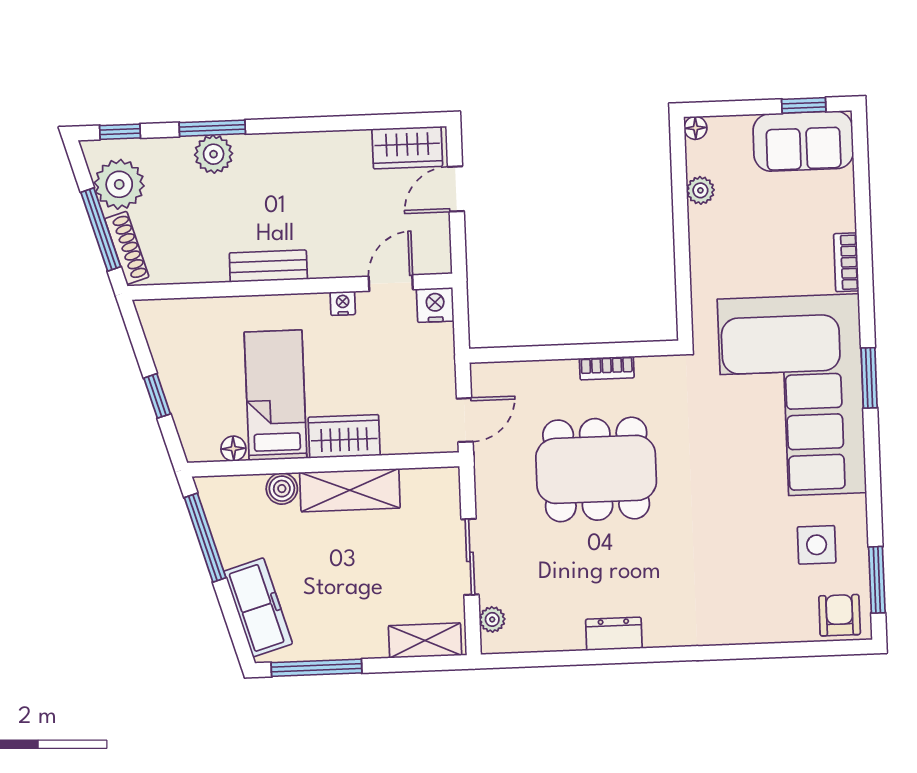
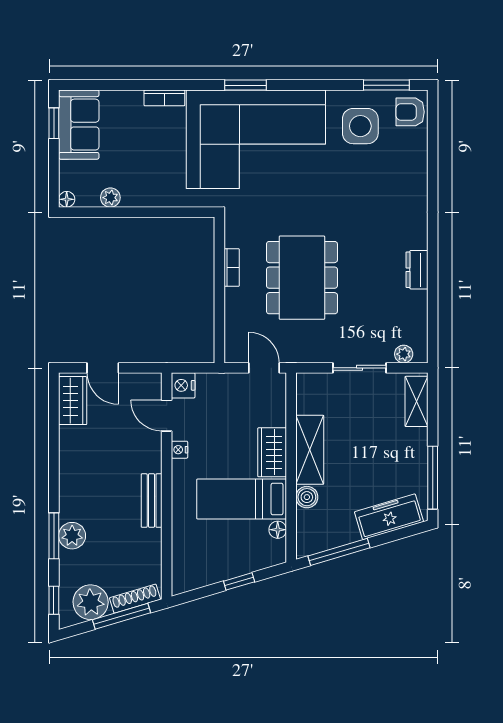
side table: (817, 545) -> (360, 126), width x1.37, depth x1.37

